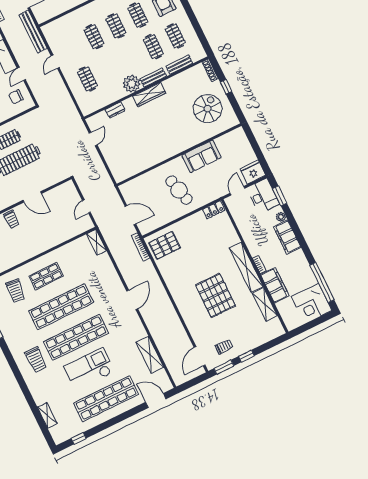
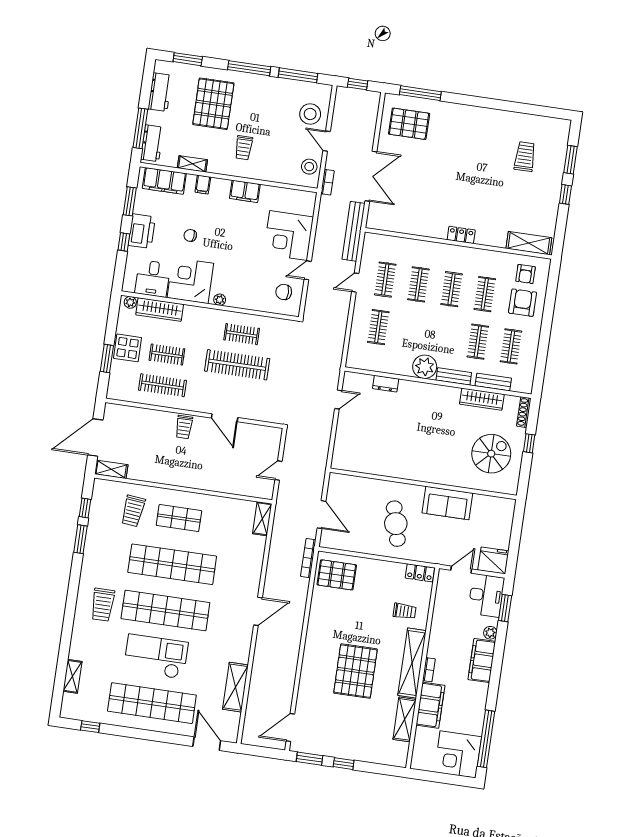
clothes rail: (72, 47) -> (385, 280), added
wardrobe: (149, 95) -> (482, 399), moved
trolley: (224, 347) -> (405, 611), moved

